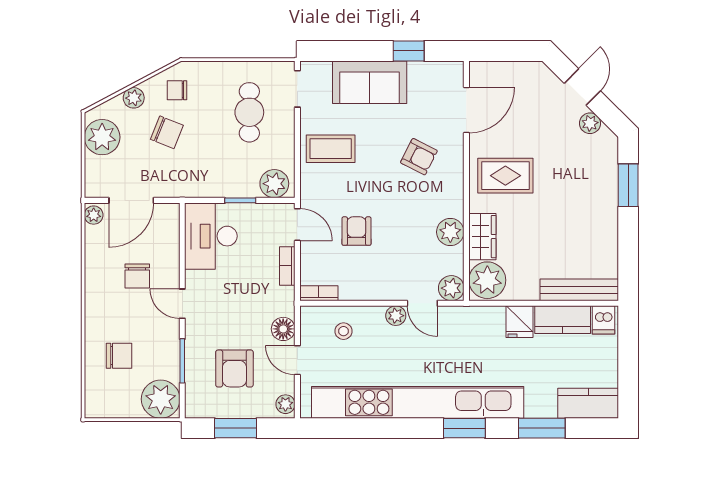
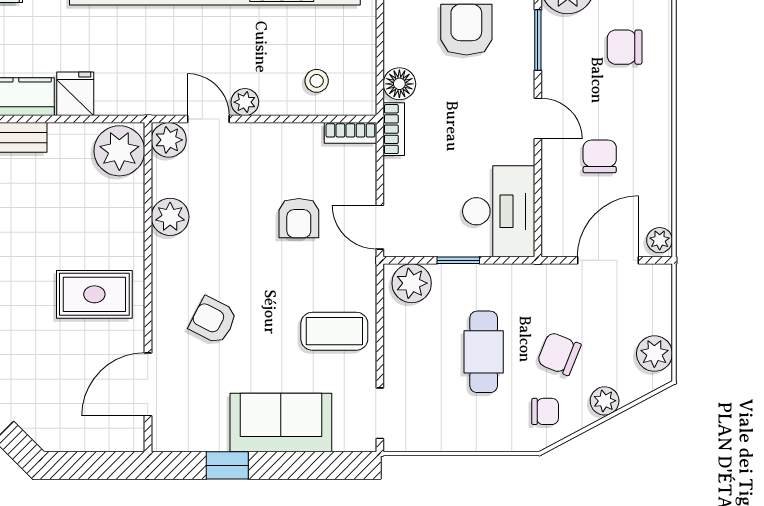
cafe table: (249, 112) -> (484, 352), moved
plant: (102, 137) -> (654, 354), width x0.73, depth x0.73
wardrobe: (482, 237) -> (126, 211), removed
bookcase: (287, 266) -> (394, 129), moved
door: (297, 360) -> (380, 41), removed

